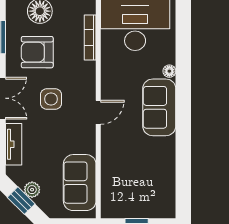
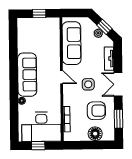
sofa: (159, 107) -> (27, 75), width x1.36
door: (98, 112) -> (62, 77), swing flipped
sofa: (80, 183) -> (72, 43), width x1.36

